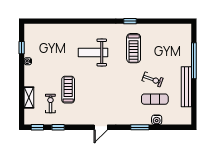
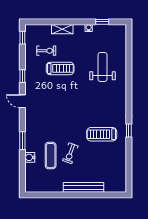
weight bench: (93, 52) -> (103, 67), moved
window: (194, 61) -> (89, 195), removed
bench: (186, 87) -> (84, 187), moved
shelving: (29, 98) -> (62, 29), moved
window: (58, 127) -> (22, 76), moved

